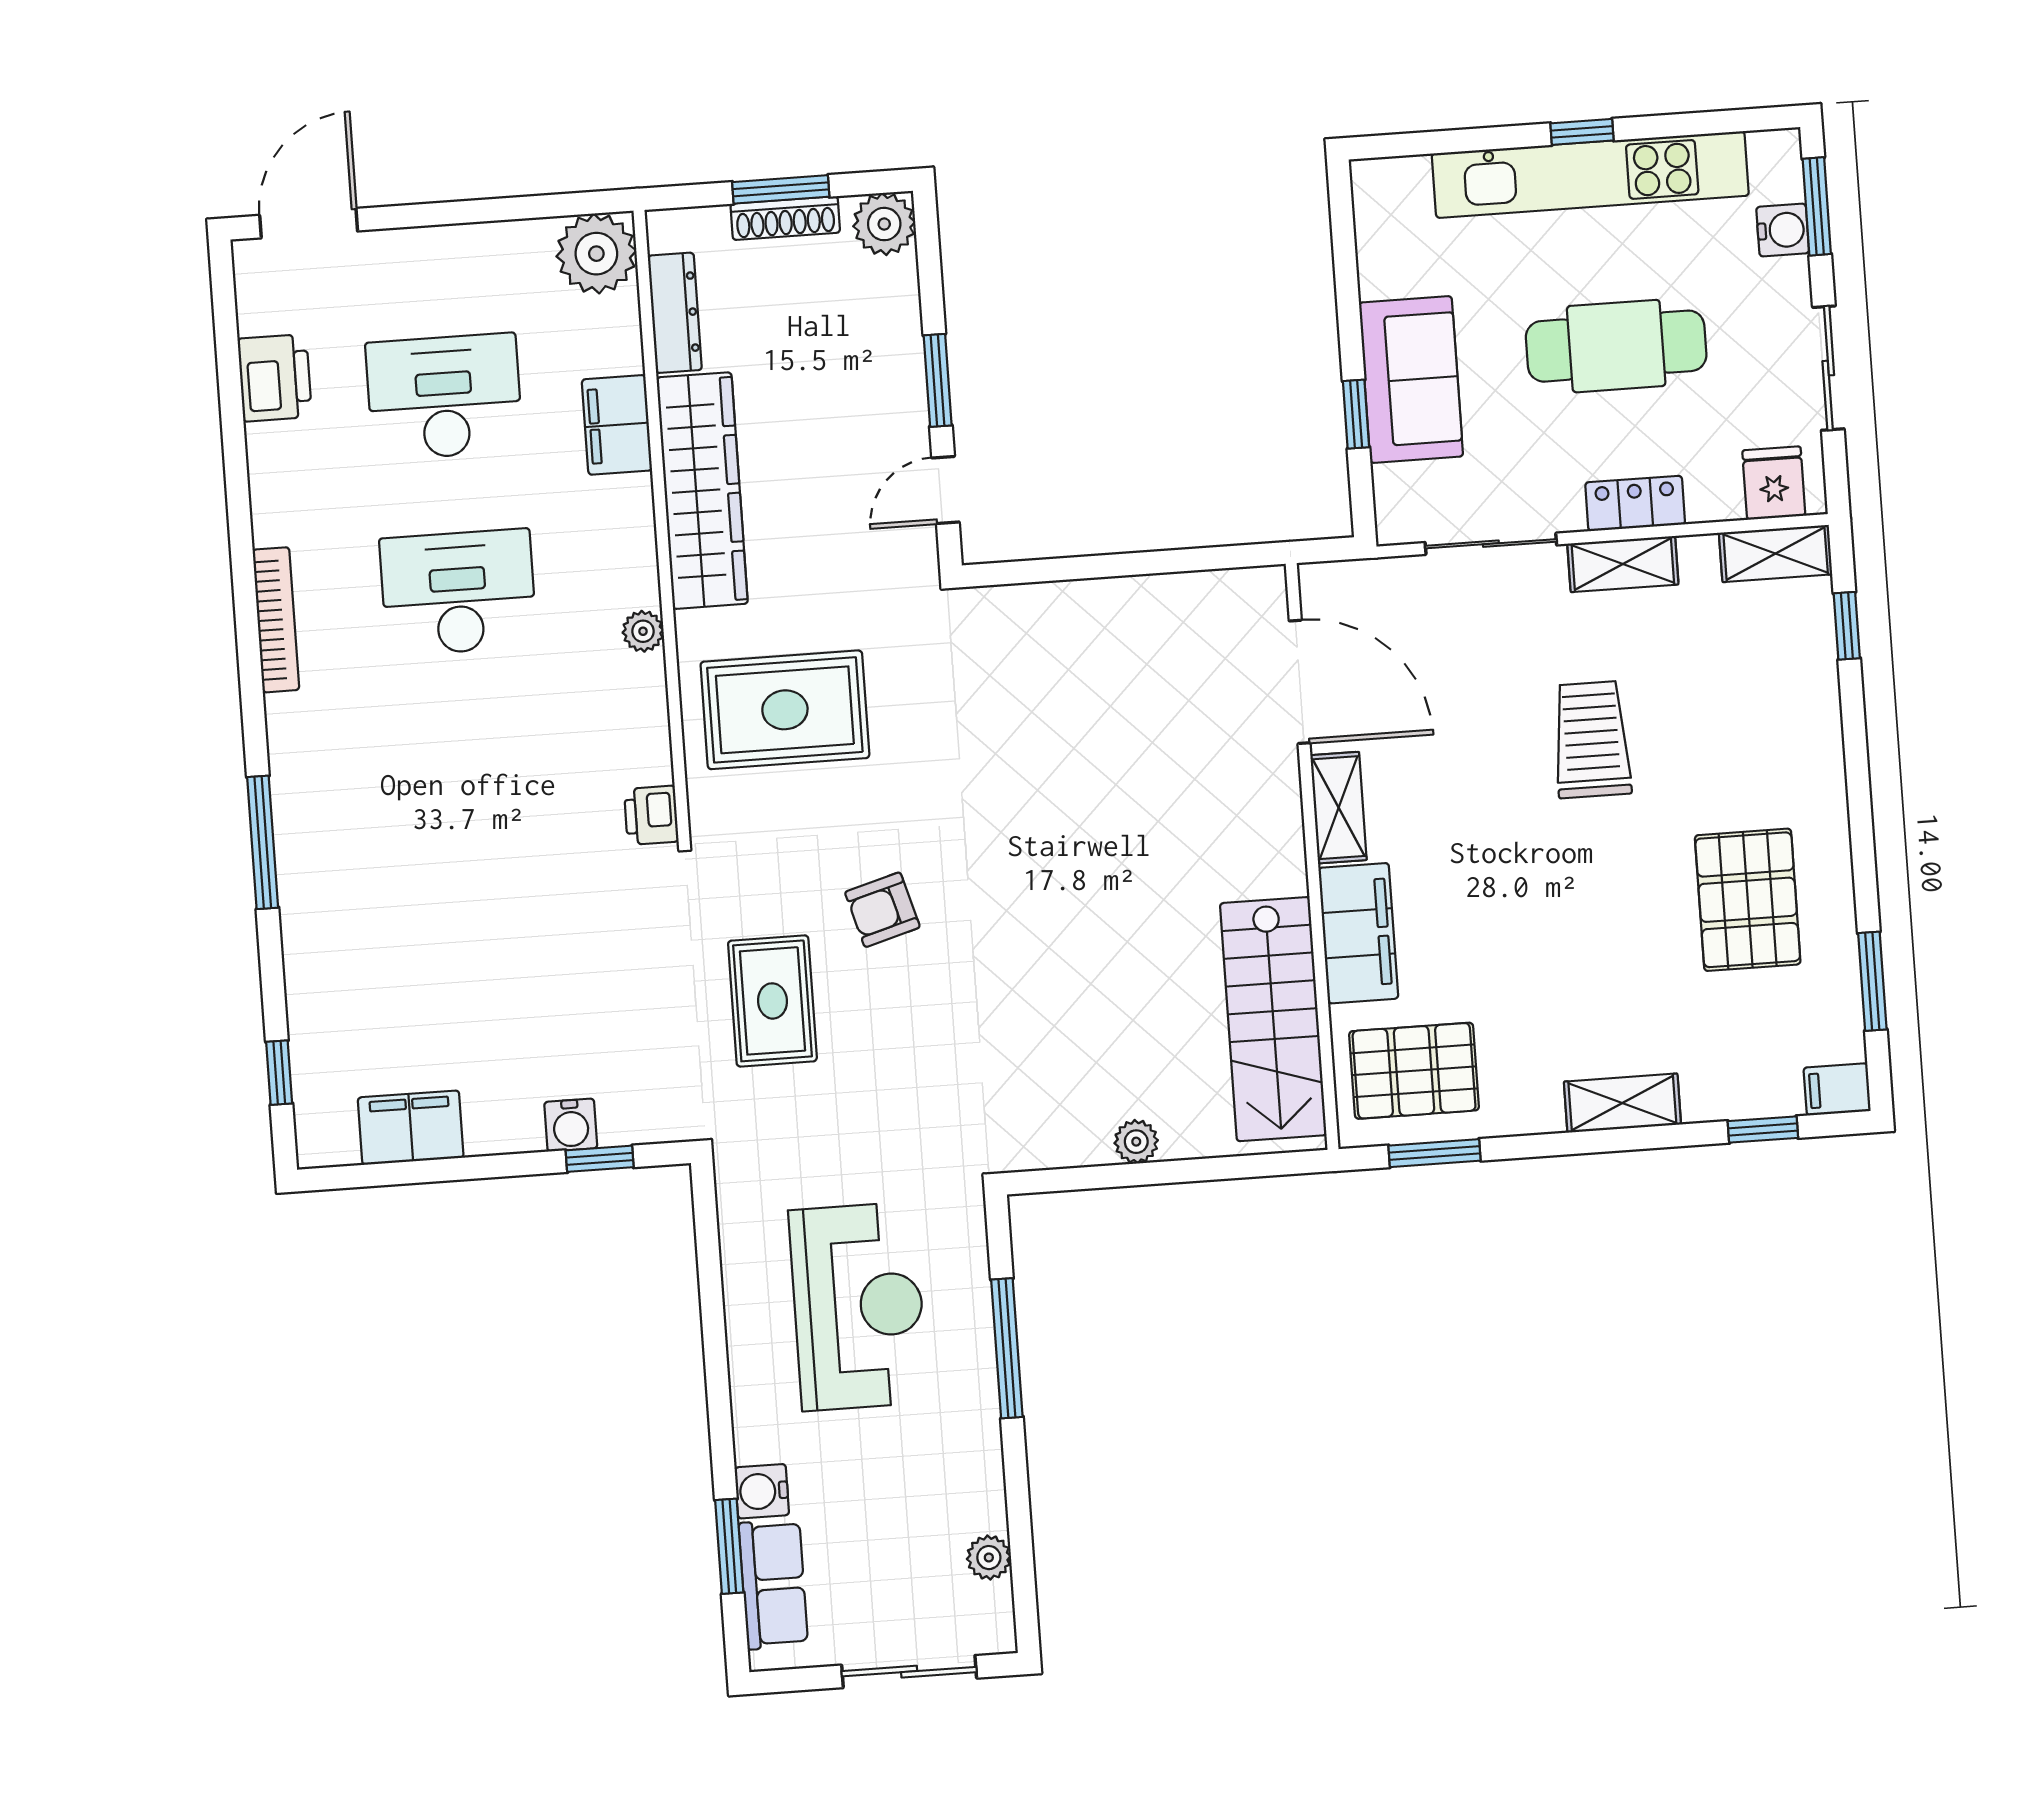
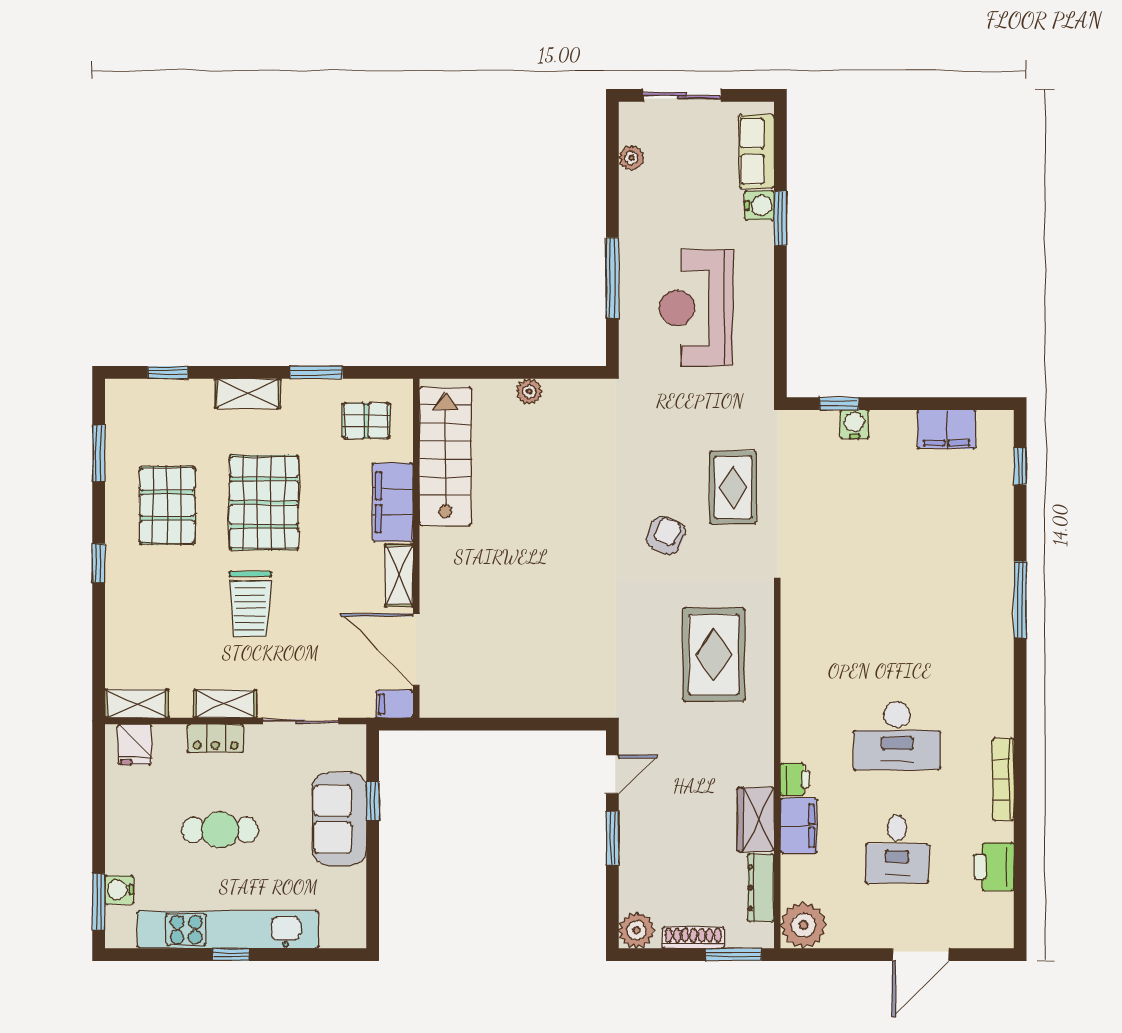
window: (781, 189) -> (733, 955), moved
door: (309, 223) -> (921, 955), moved
cafe table: (1616, 346) -> (220, 830), width x0.73, depth x0.74
sliding door: (1828, 368) -> (99, 808), removed
desk: (444, 397) -> (897, 849), width x0.73
wardrobe: (702, 491) -> (756, 819), width x0.48, depth x0.85
bookcase: (276, 620) -> (1003, 779), moved
window: (1847, 626) -> (99, 563), moved
plant: (643, 631) -> (792, 706), removed
rug: (785, 710) -> (714, 655), turned 90
printer: (651, 815) -> (795, 779), moved
armchair: (882, 910) -> (666, 535), turned -50
pallet: (1581, 916) -> (264, 503), added
pallet: (1414, 1071) -> (366, 421), width x0.67, depth x0.71
filing cabinet: (1837, 1089) -> (395, 704), moved, turned 180
window: (1435, 1153) -> (316, 372), moved
window: (729, 1546) -> (780, 218), moved

